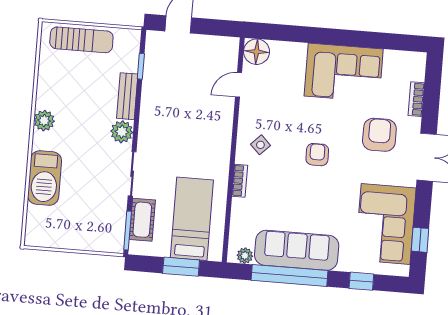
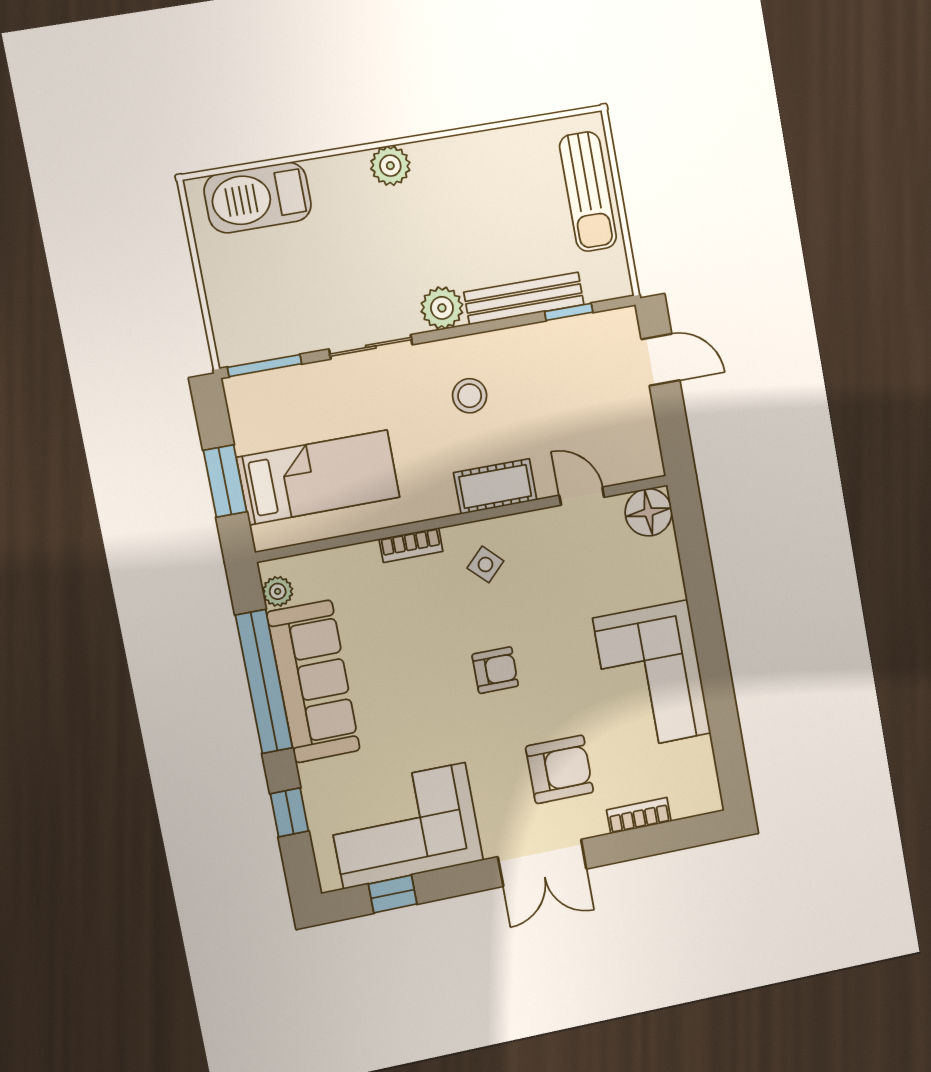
bench: (127, 96) -> (524, 298), width x1.36
plant: (44, 121) -> (390, 166), moved
stool: (171, 130) -> (470, 396), added
barbecue: (45, 178) -> (258, 198), moved
cot: (142, 220) -> (495, 486), moved

